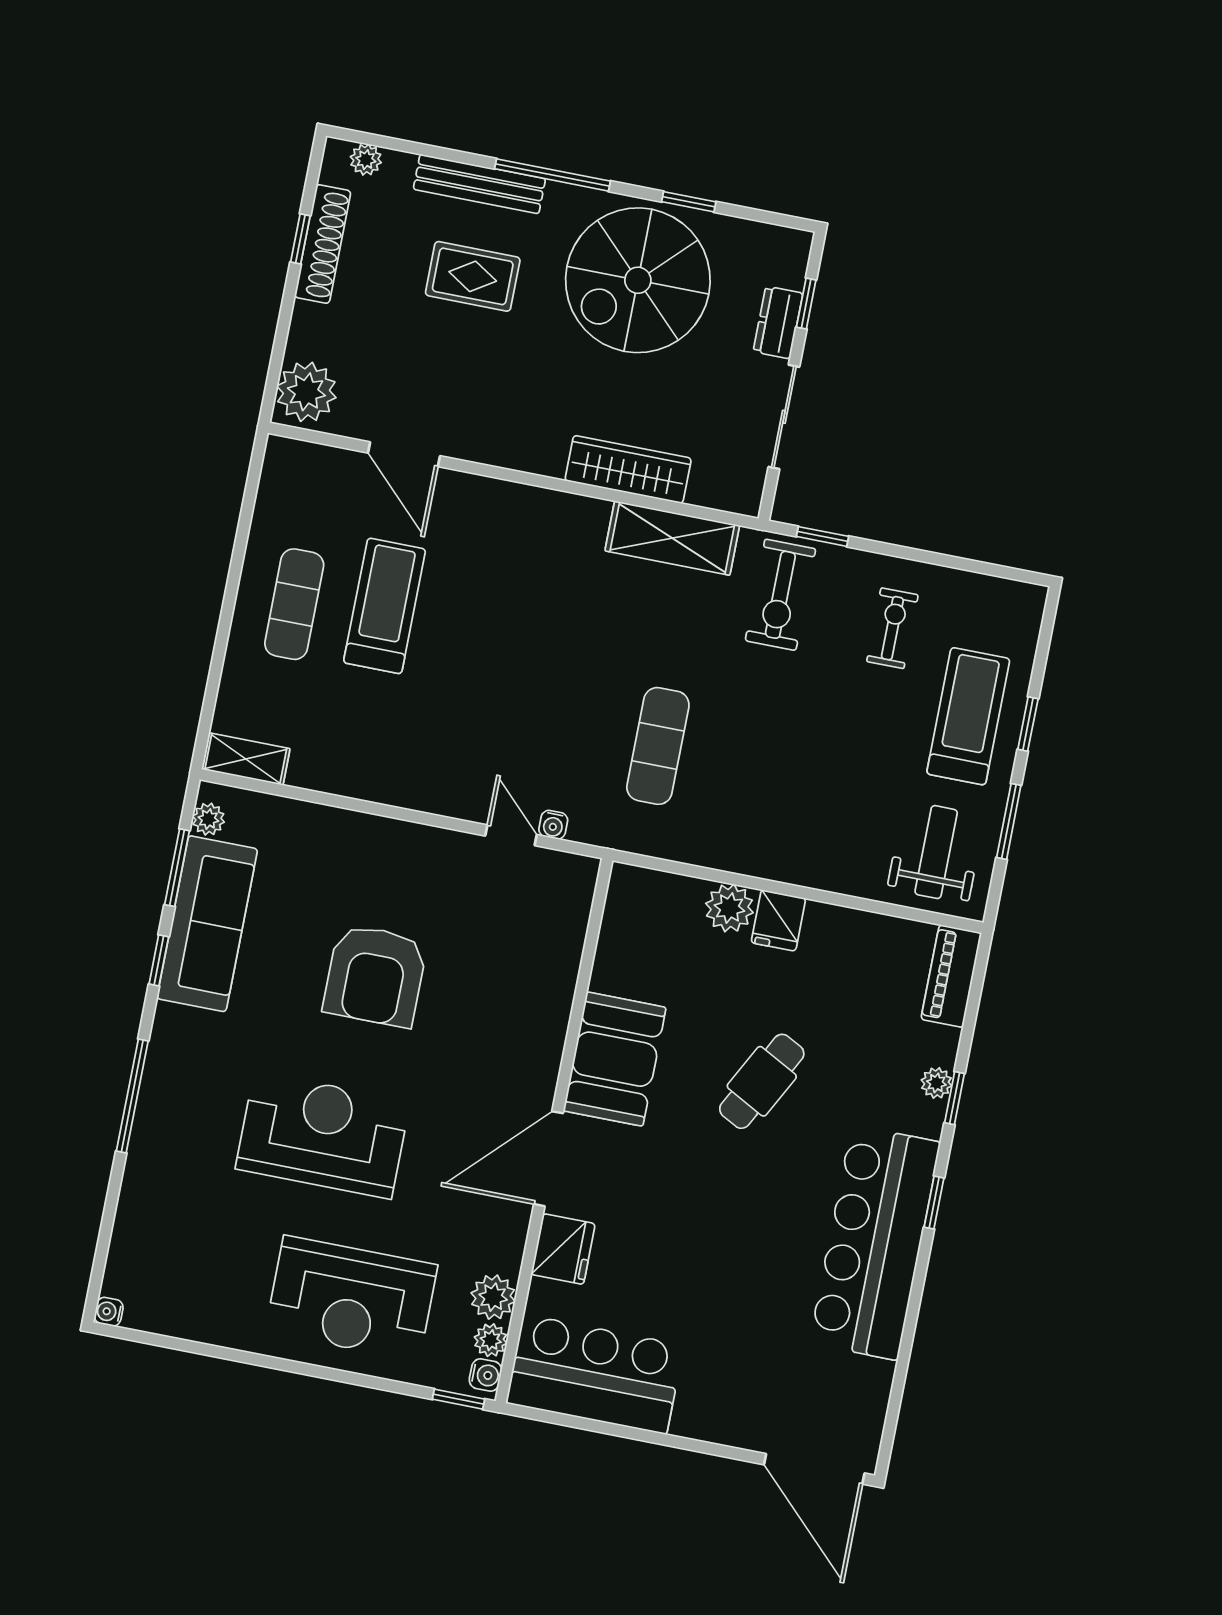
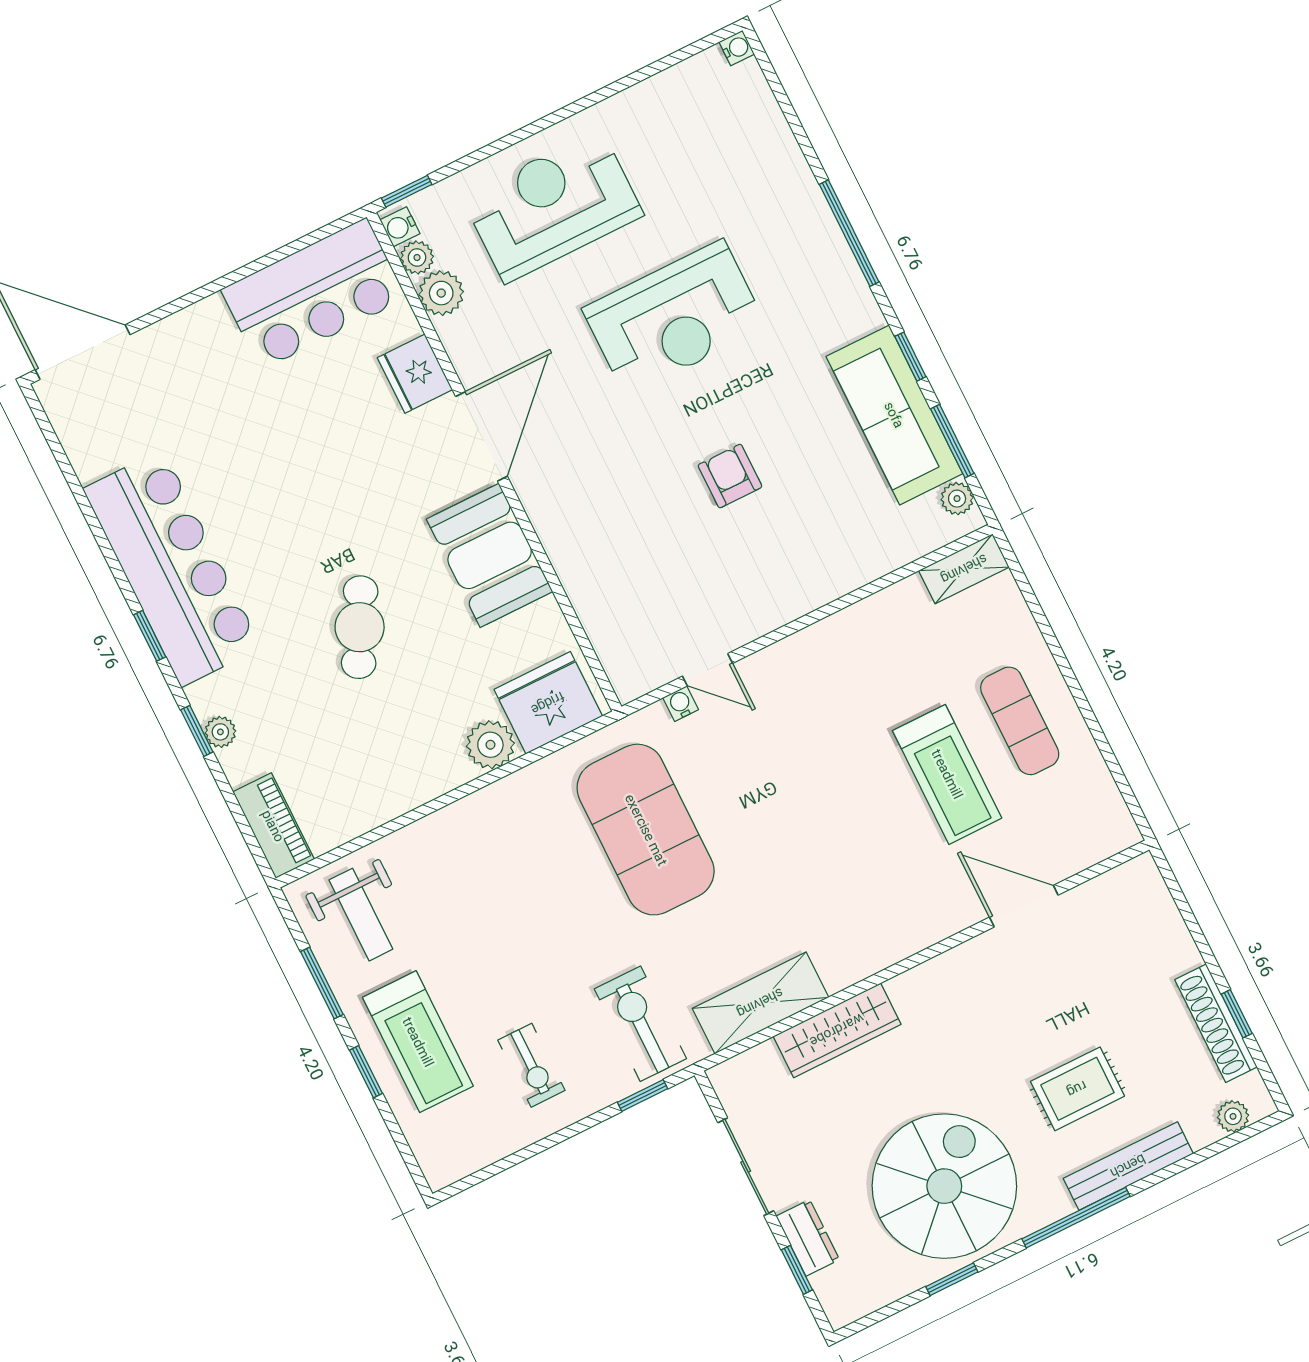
plant: (306, 392) -> (1139, 896), removed
exercise mat: (658, 746) -> (646, 830), width x2.00, depth x1.45
fridge: (778, 920) -> (548, 703), moved, width x1.88, depth x1.34
armchair: (375, 976) -> (730, 476), width x0.53, depth x0.53

